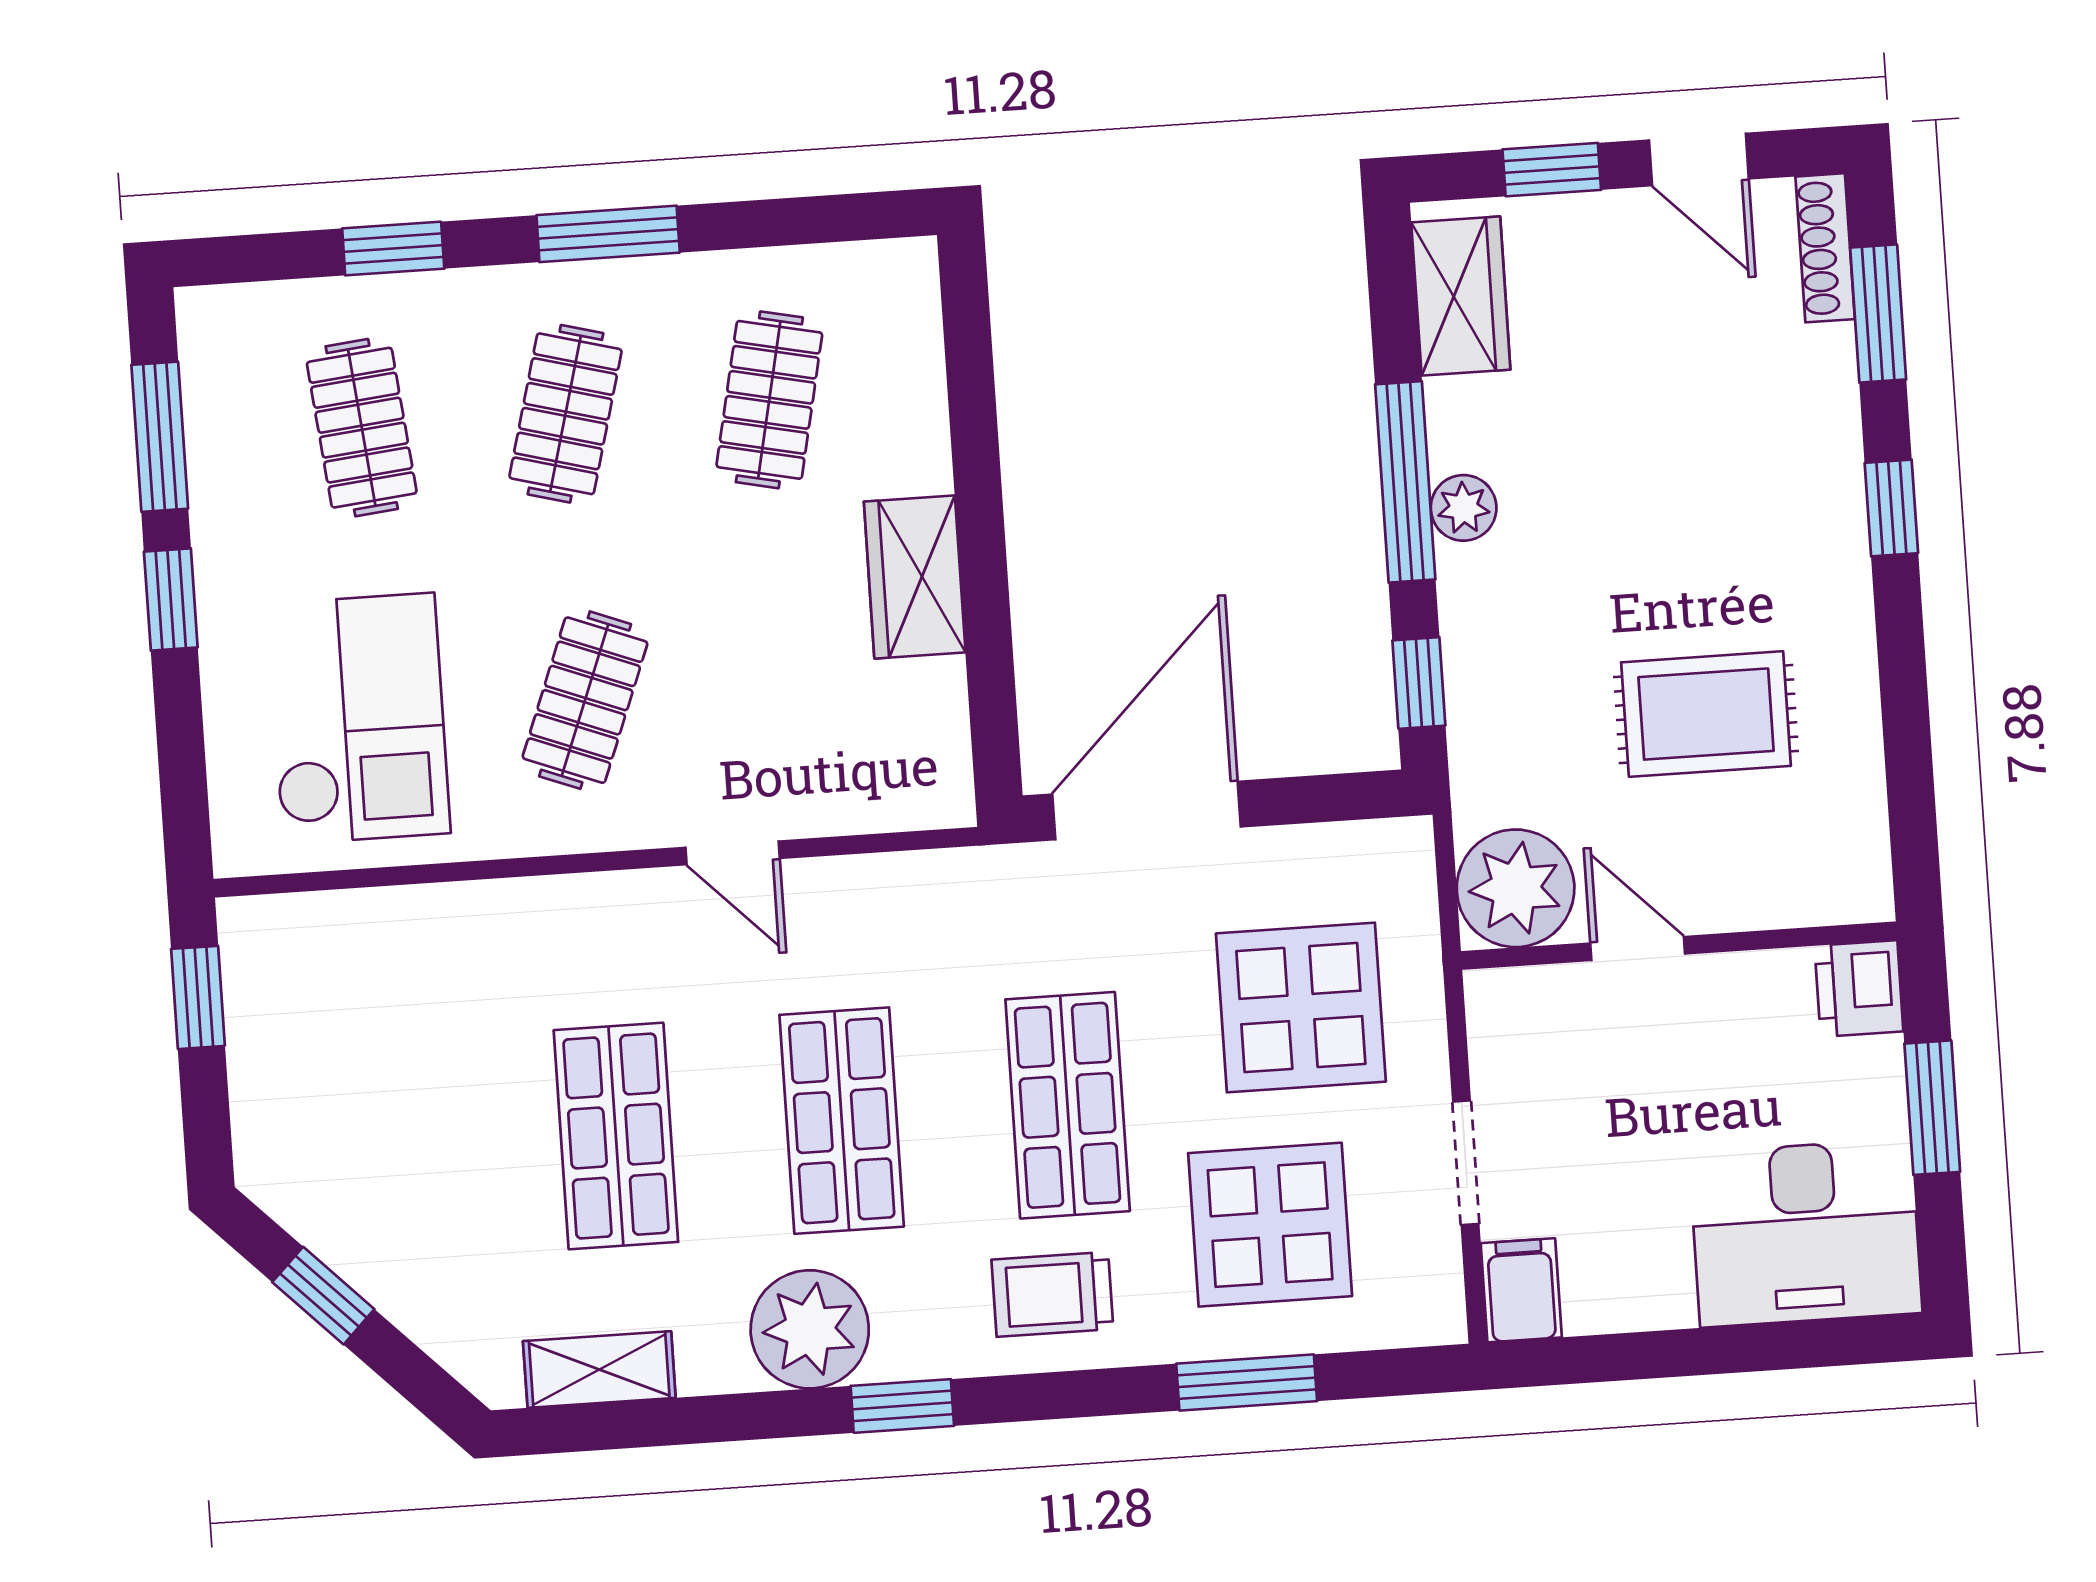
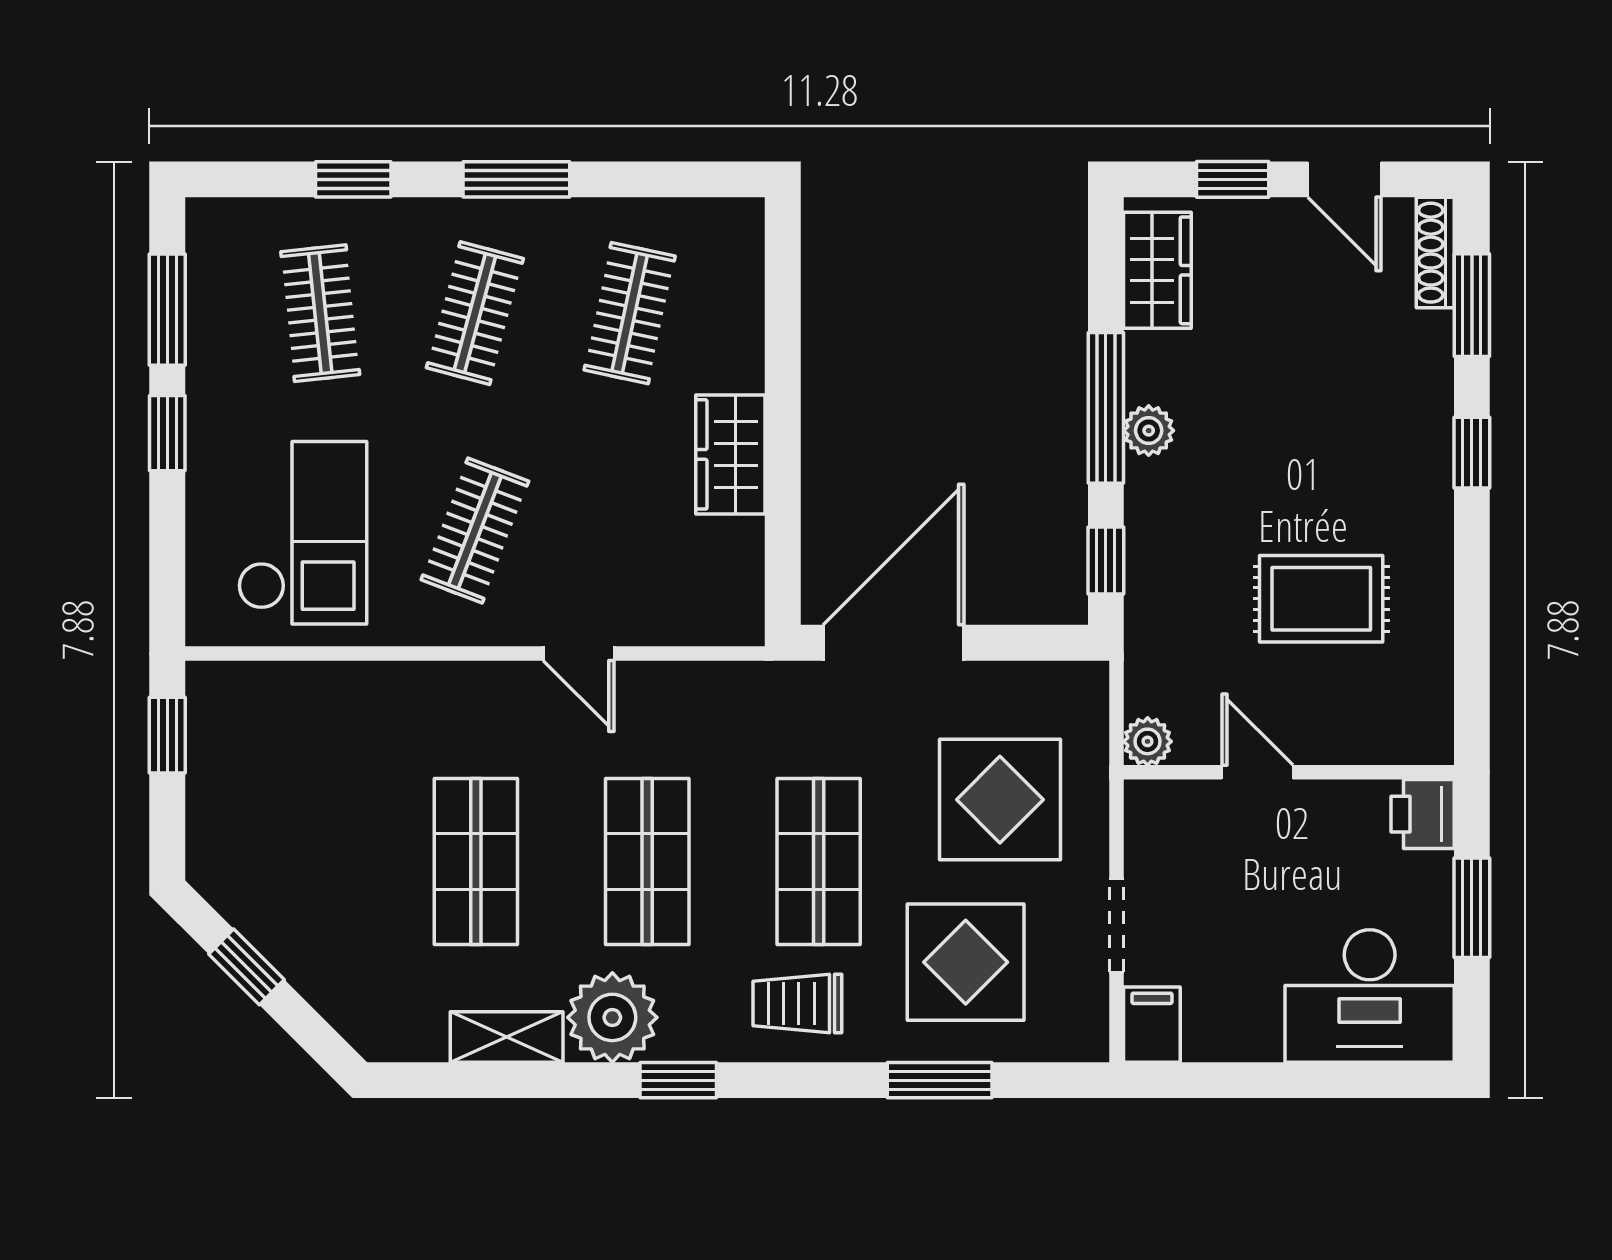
plant: (1516, 888) -> (1148, 741), width x0.53, depth x0.53
shelving: (599, 1369) -> (507, 1037), moved

